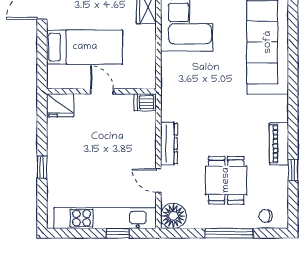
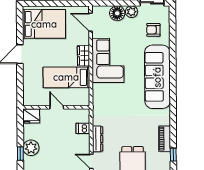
bed: (85, 47) -> (66, 77), moved, turned 180
dishwasher: (145, 102) -> (83, 128), moved
plant: (59, 158) -> (31, 148), added

